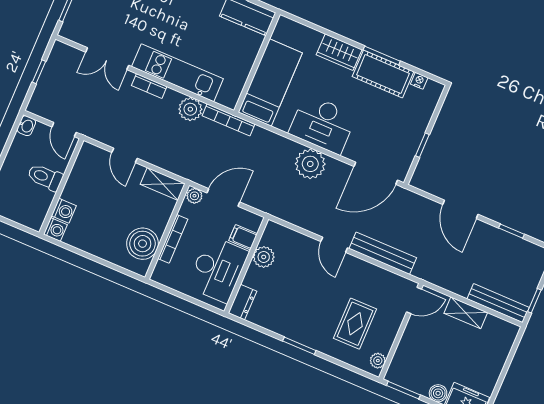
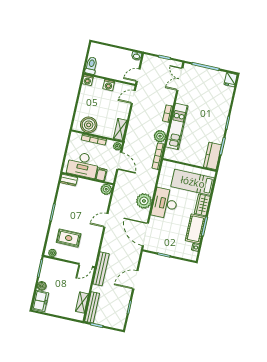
double door: (107, 59) -> (180, 79), moved
bed: (270, 83) -> (193, 182), moved, turned 180
door: (125, 155) -> (133, 97), moved
toilet: (45, 177) -> (91, 66), moved
washing machine: (64, 211) -> (109, 85), moved
bench: (383, 253) -> (101, 269), moved
plant: (264, 257) -> (106, 189), moved
door: (414, 301) -> (86, 265), hinge flipped
shelving: (466, 313) -> (82, 303), moved

